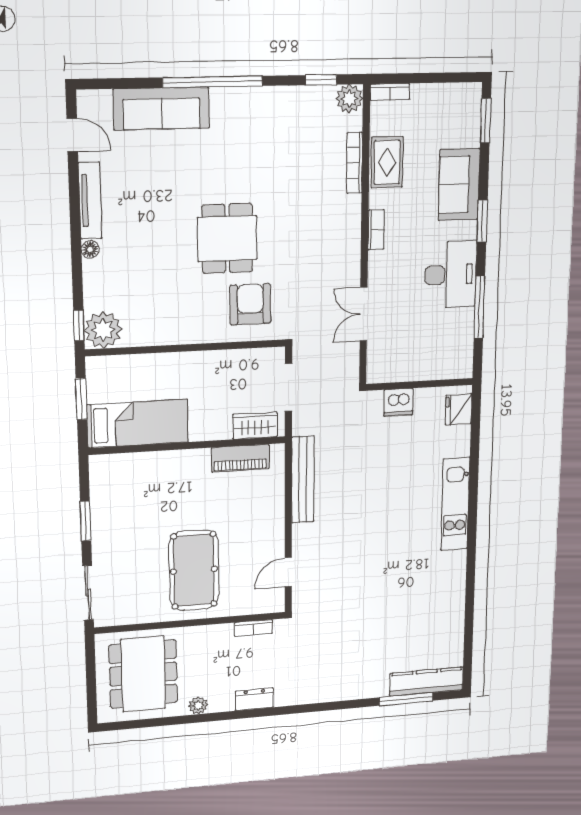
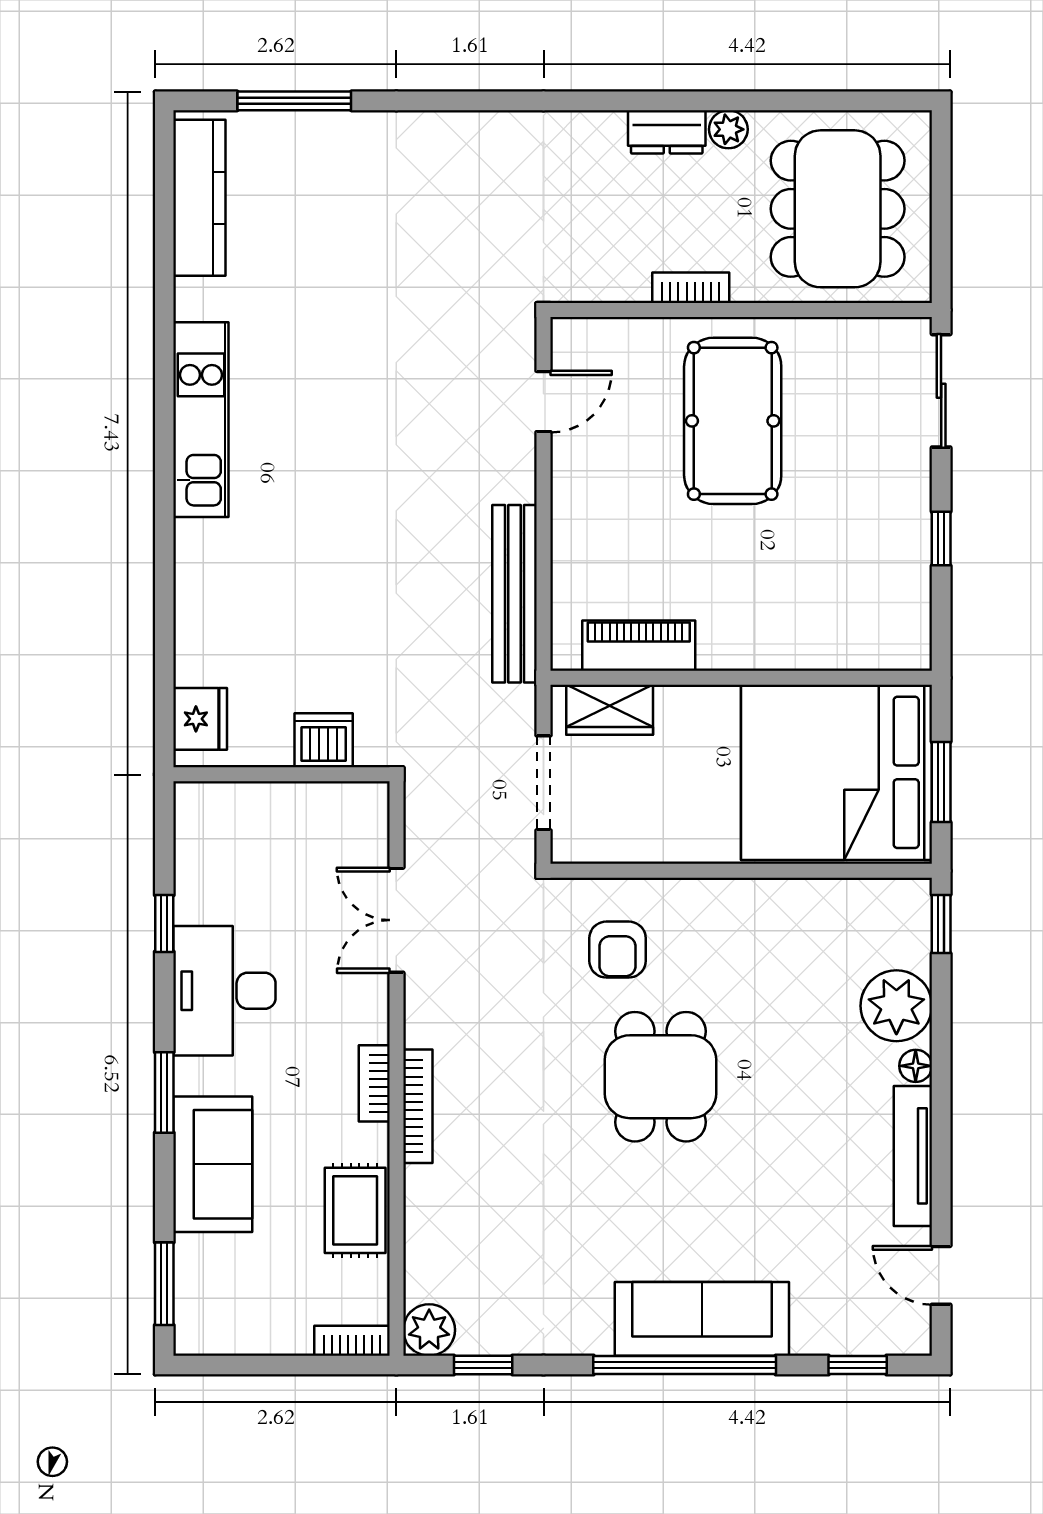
window: (117, 83) -> (858, 1365), added
sofa: (161, 109) -> (702, 1319), moved
bookcase: (355, 163) -> (418, 1106), moved
armchair: (250, 304) -> (618, 950), width x0.72, depth x0.72
window: (479, 307) -> (164, 923), width x0.46
double door: (364, 314) -> (396, 920), swing flipped
plant: (103, 330) -> (896, 1006), moved
bed: (138, 424) -> (837, 772), width x2.04
kitchen unit: (455, 504) -> (201, 420), moved
window: (86, 521) -> (941, 539), width x0.67
bookcase: (253, 628) -> (691, 288), moved
kitchen counter: (427, 682) -> (199, 198), moved, turned -90
dresser: (254, 699) -> (667, 132), moved

